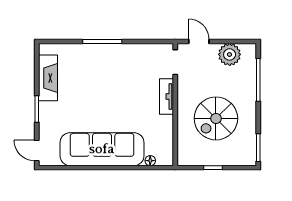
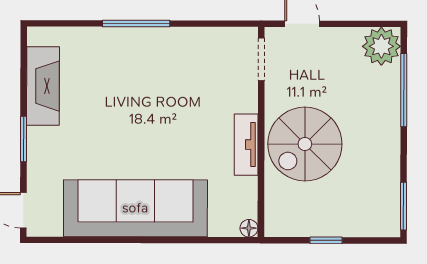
plant: (230, 54) -> (381, 46), moved
tv unit: (166, 97) -> (246, 145), moved
spiral stairs: (216, 118) -> (305, 144), moved
floor lamp: (150, 161) -> (249, 228), moved

